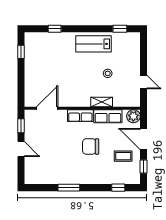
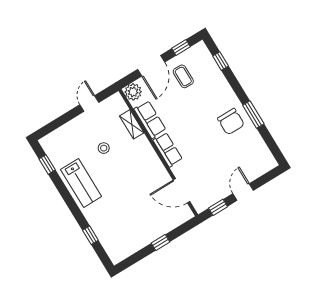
window: (21, 52) -> (160, 242), moved
shelving: (102, 102) -> (132, 124), moved
chair: (91, 146) -> (231, 122), moved

